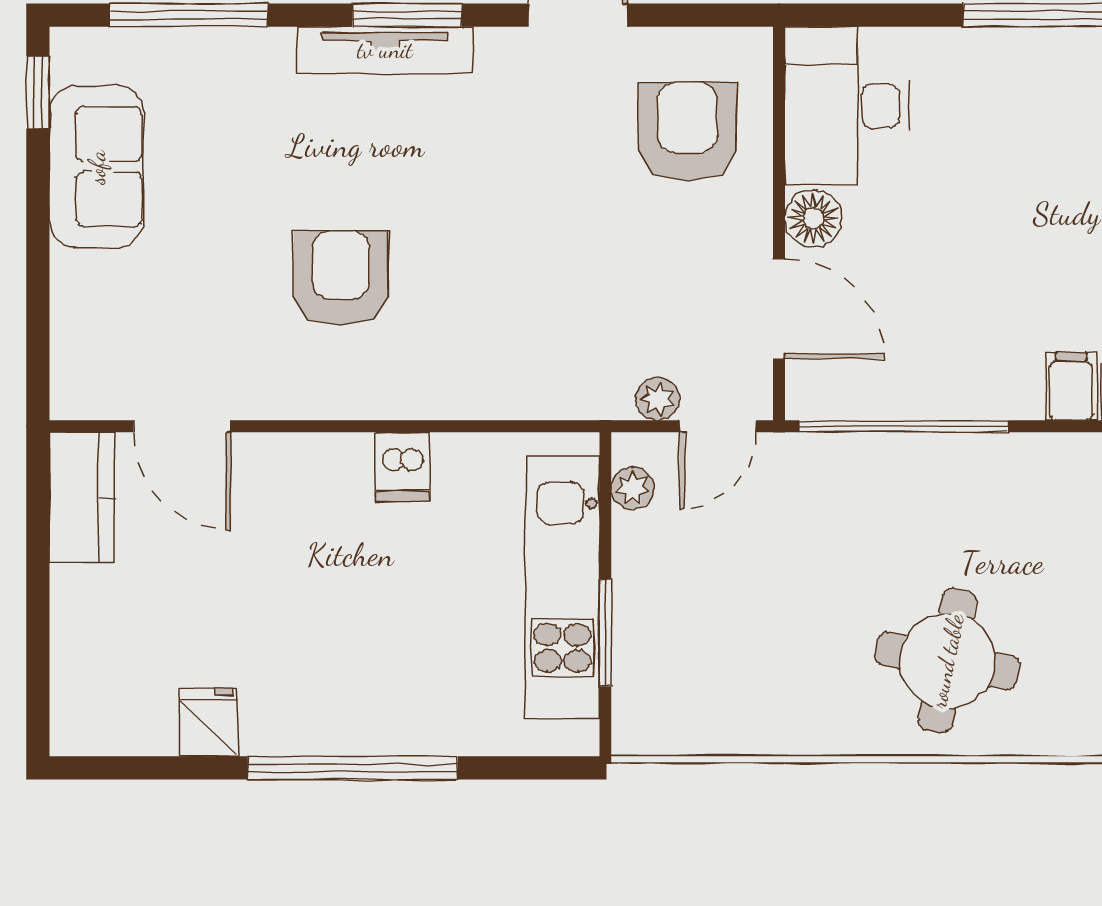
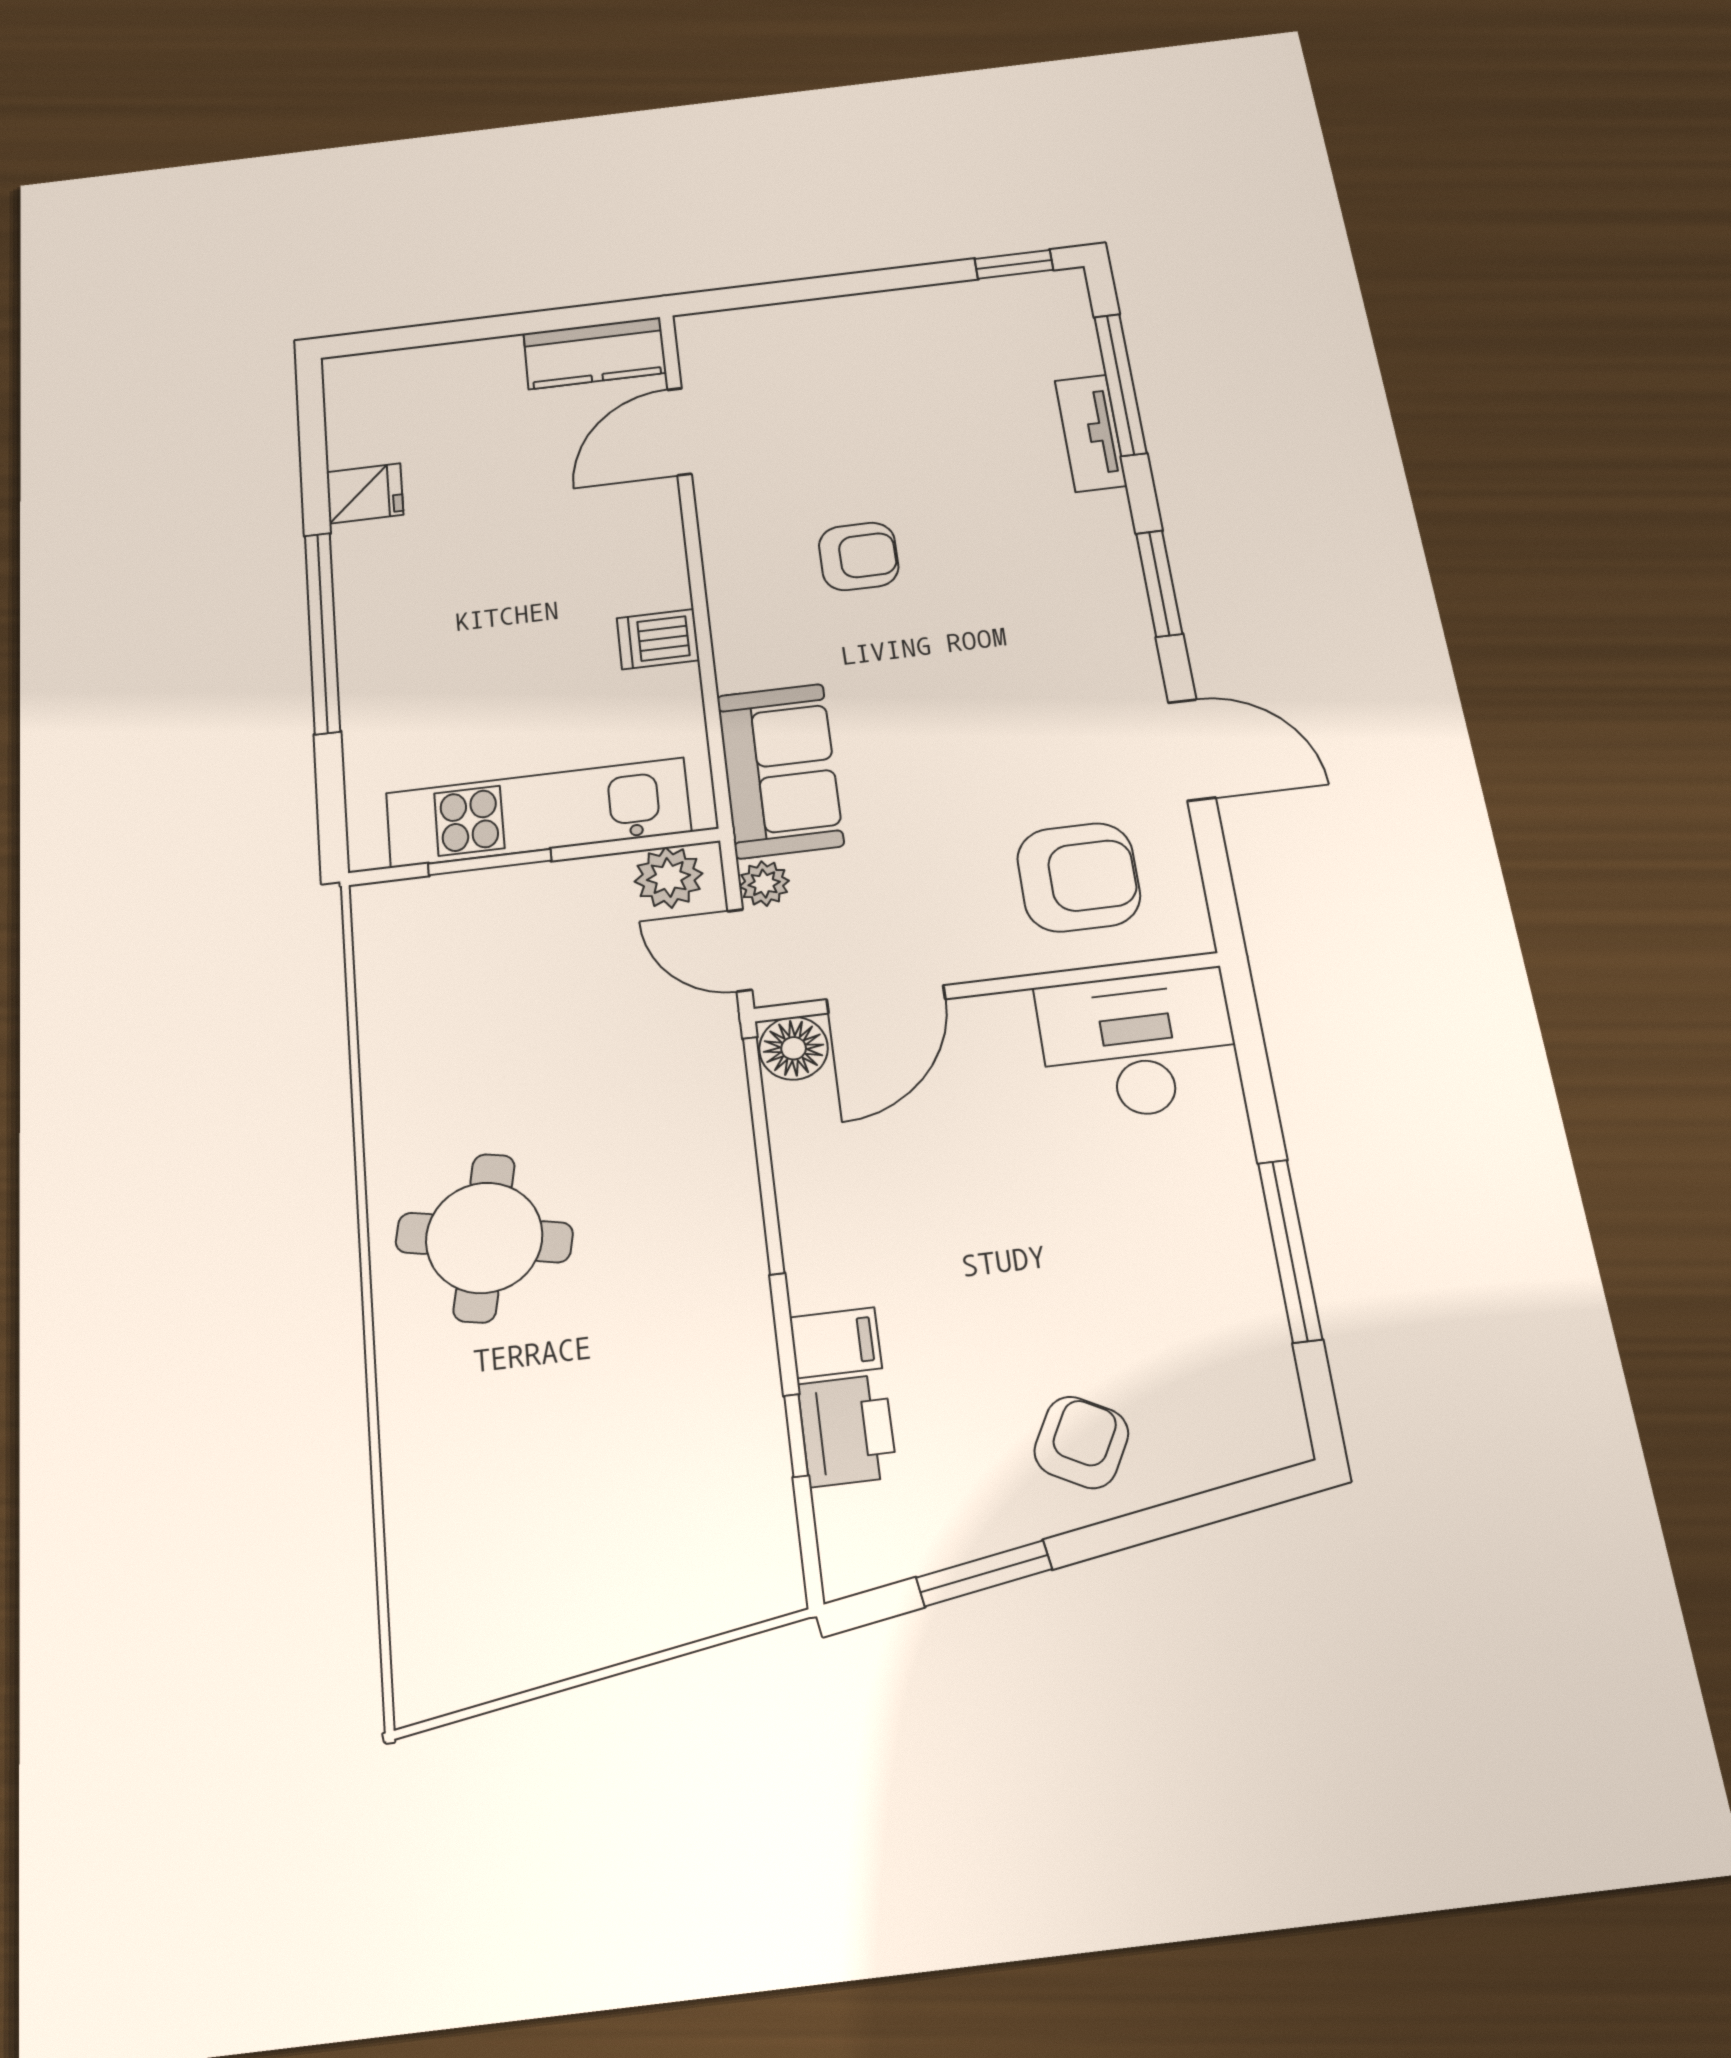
tv unit: (385, 50) -> (1091, 433), moved, width x0.71
sofa: (97, 167) -> (780, 770), moved, turned -90
floor lamp: (813, 218) -> (794, 1048), moved
armchair: (341, 278) -> (859, 556), width x0.72, depth x0.72
plant: (633, 488) -> (669, 877), width x1.38, depth x1.38

